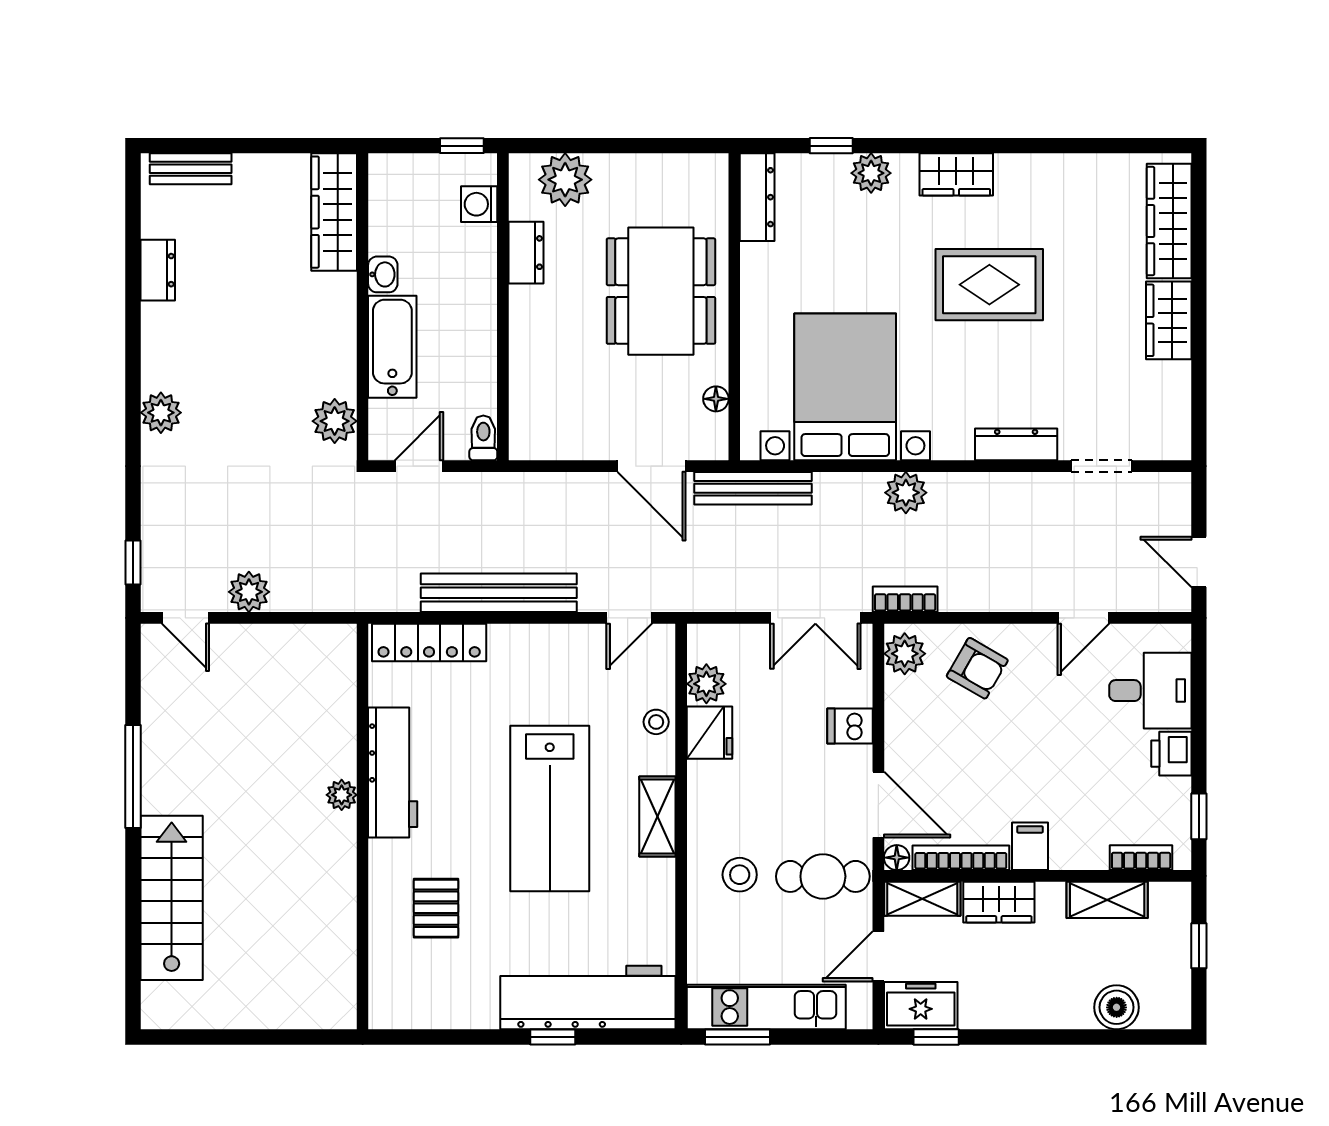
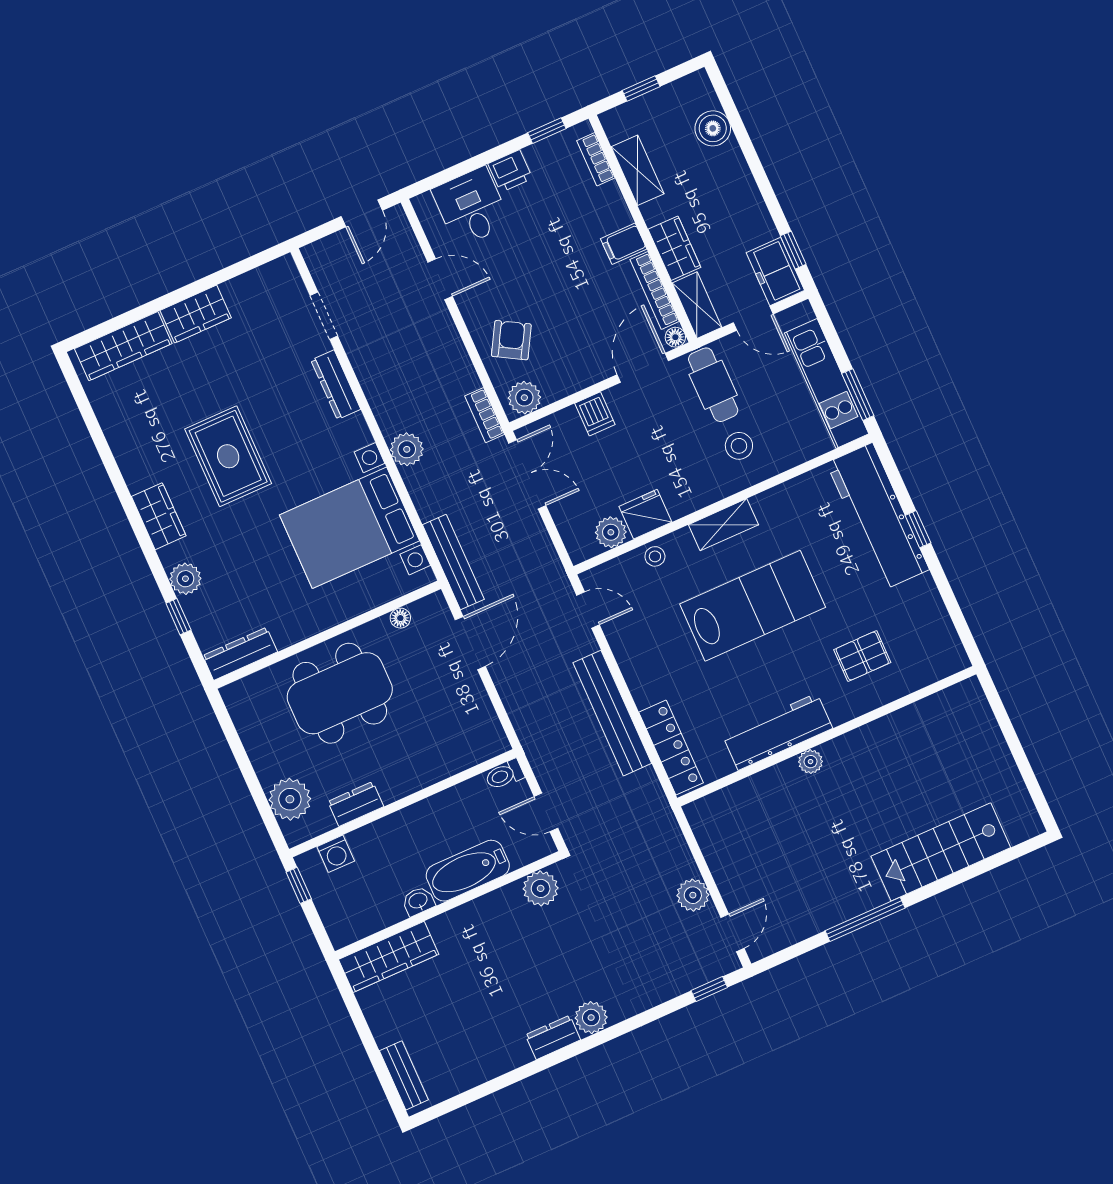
dresser: (158, 270) -> (553, 1037), moved

